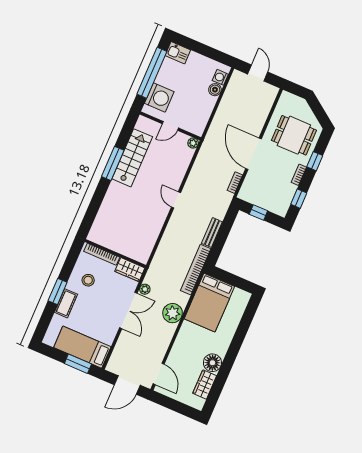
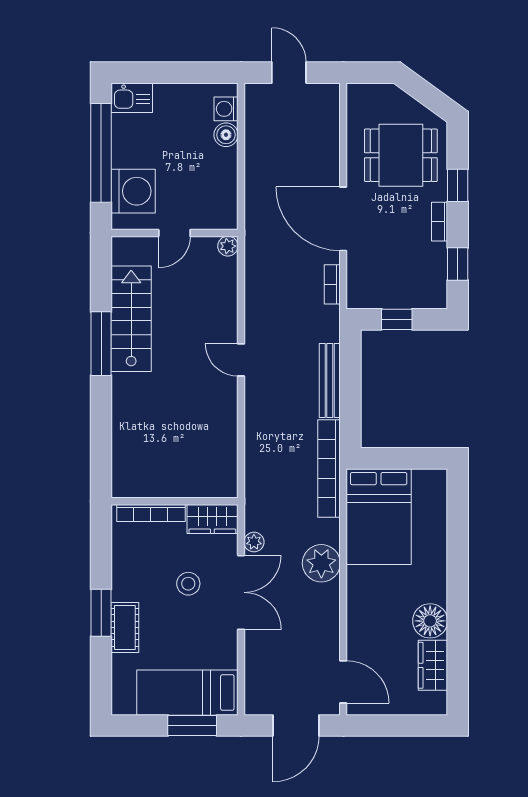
bench: (212, 233) -> (330, 380), width x1.36
stool: (88, 280) -> (188, 584), moved

